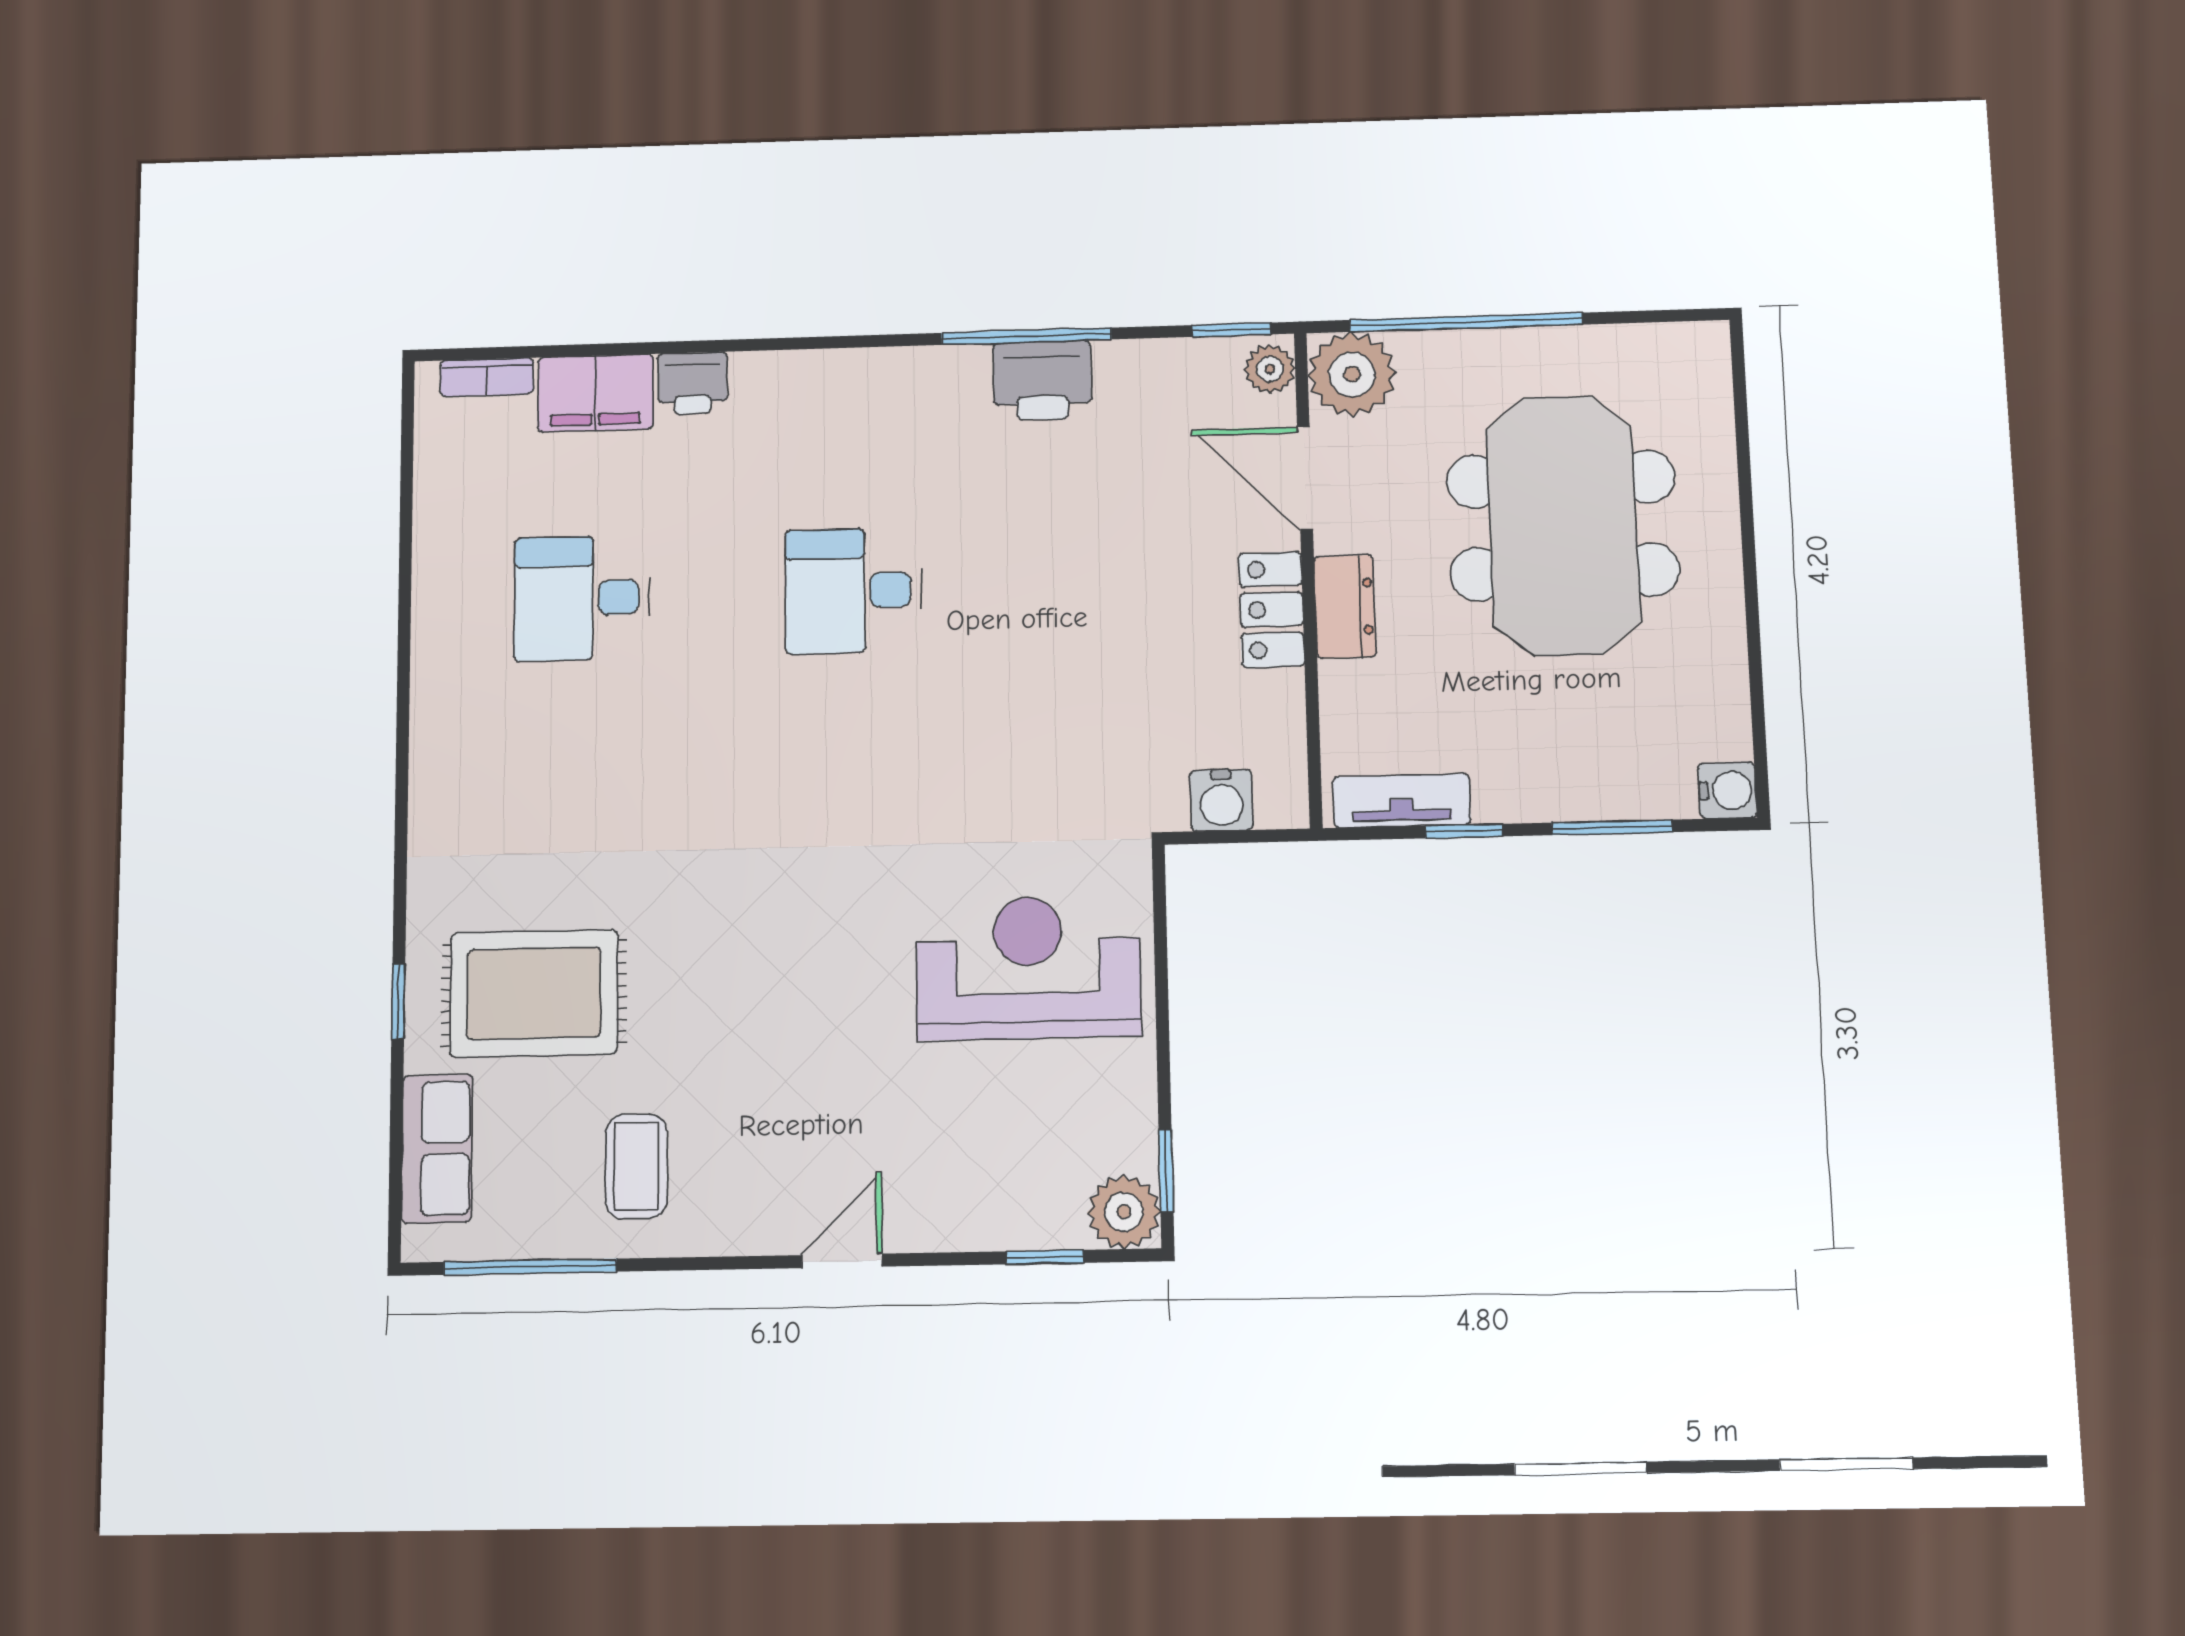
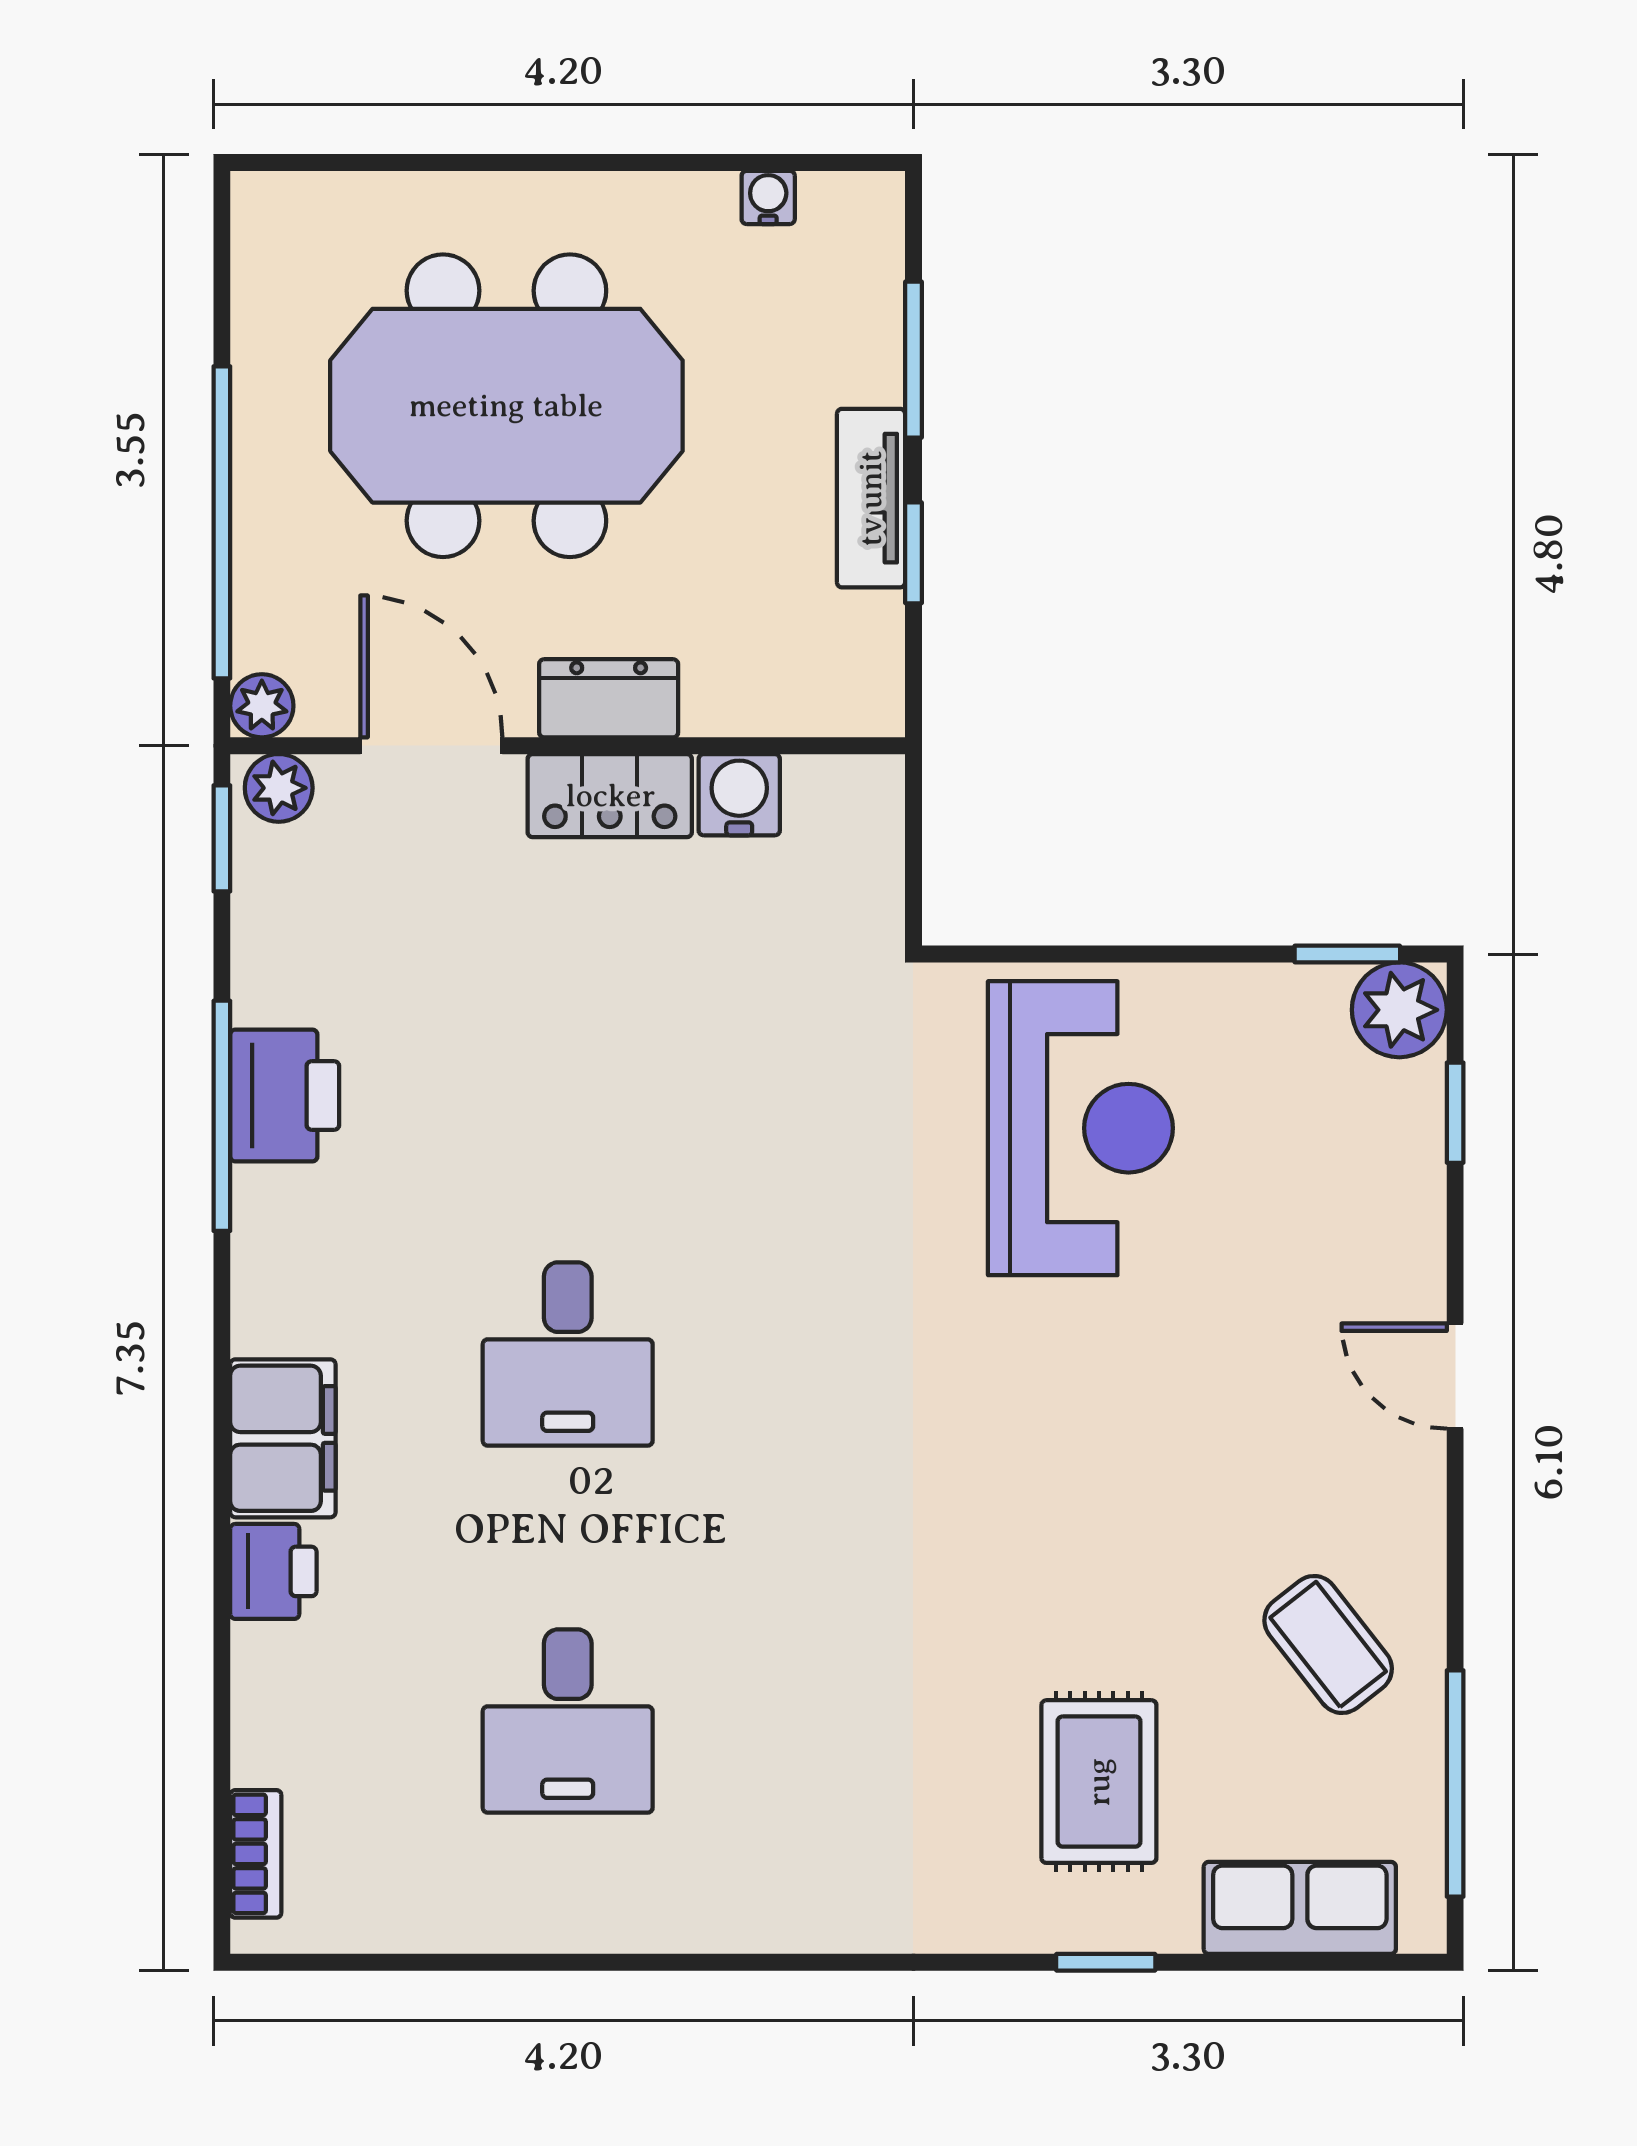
plant: (1352, 374) -> (262, 706), width x0.53, depth x0.53
filing cabinet: (595, 393) -> (283, 1438), moved
door: (1305, 478) -> (431, 746), swing flipped
water cooler: (1727, 790) -> (768, 197), moved, width x0.72, depth x0.72
water cooler: (1221, 800) -> (739, 795), moved, turned -90
tv unit: (1402, 801) -> (871, 498), moved
reception desk: (1028, 968) -> (1080, 1128), turned 180
rug: (534, 993) -> (1099, 1782), width x0.73, depth x0.70
coffee table: (636, 1166) -> (1328, 1644), turned 52

